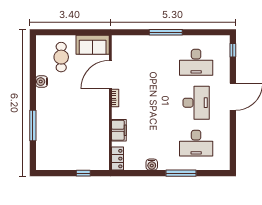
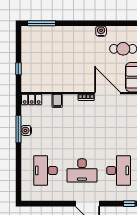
desk: (196, 62) -> (119, 170), turned 180
window: (33, 125) -> (42, 23), moved
filing cabinet: (119, 130) -> (57, 101), width x0.50
window: (181, 173) -> (18, 129), moved

